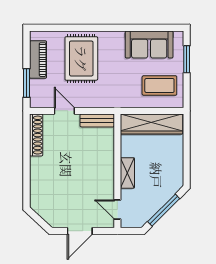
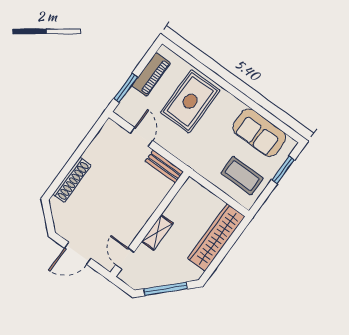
wardrobe: (152, 124) -> (216, 237), moved, turned 90
shoe rack: (36, 135) -> (72, 180), moved

